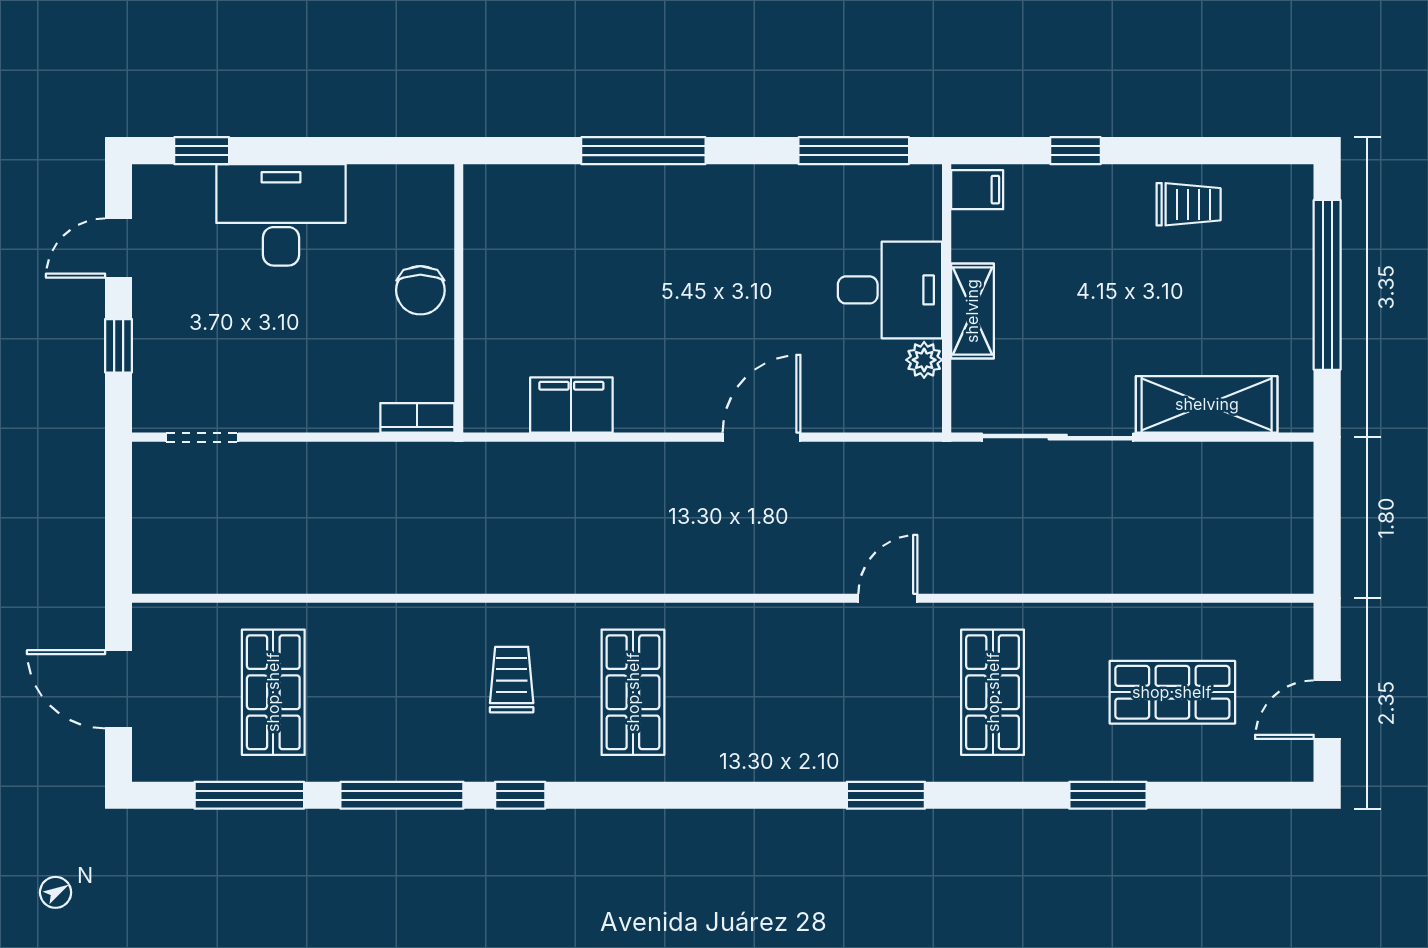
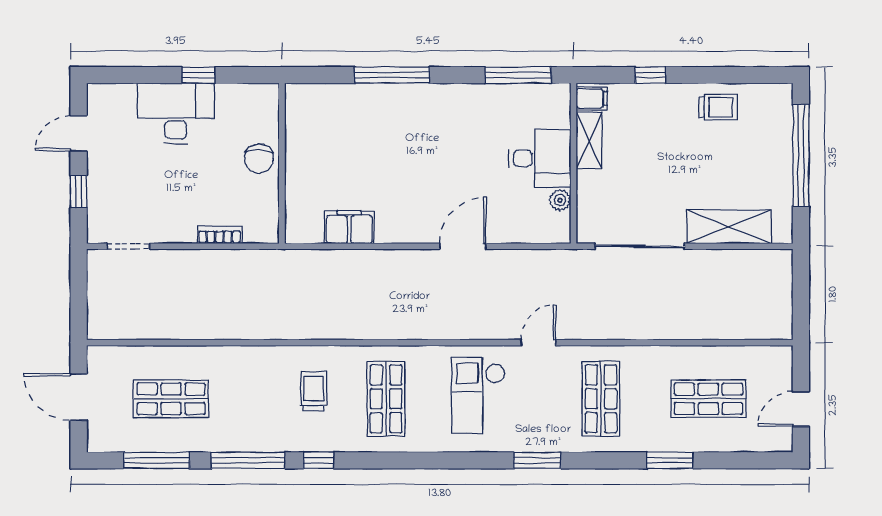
window: (202, 151) -> (198, 75), moved
shelving: (972, 311) -> (589, 141), moved
bookcase: (417, 418) -> (220, 235), moved
checkout: (787, 687) -> (478, 395), added
shop shelf: (273, 692) -> (171, 399), turned 90

